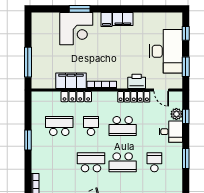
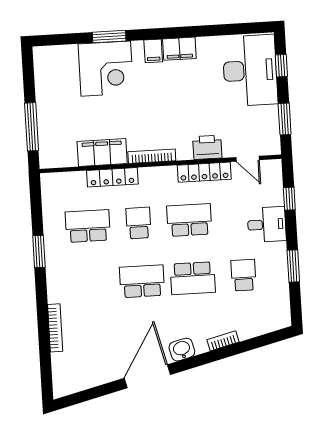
desk: (166, 51) -> (250, 70), moved
plant: (176, 114) -> (274, 196), removed
school desk: (123, 126) -> (189, 220), turned 180

